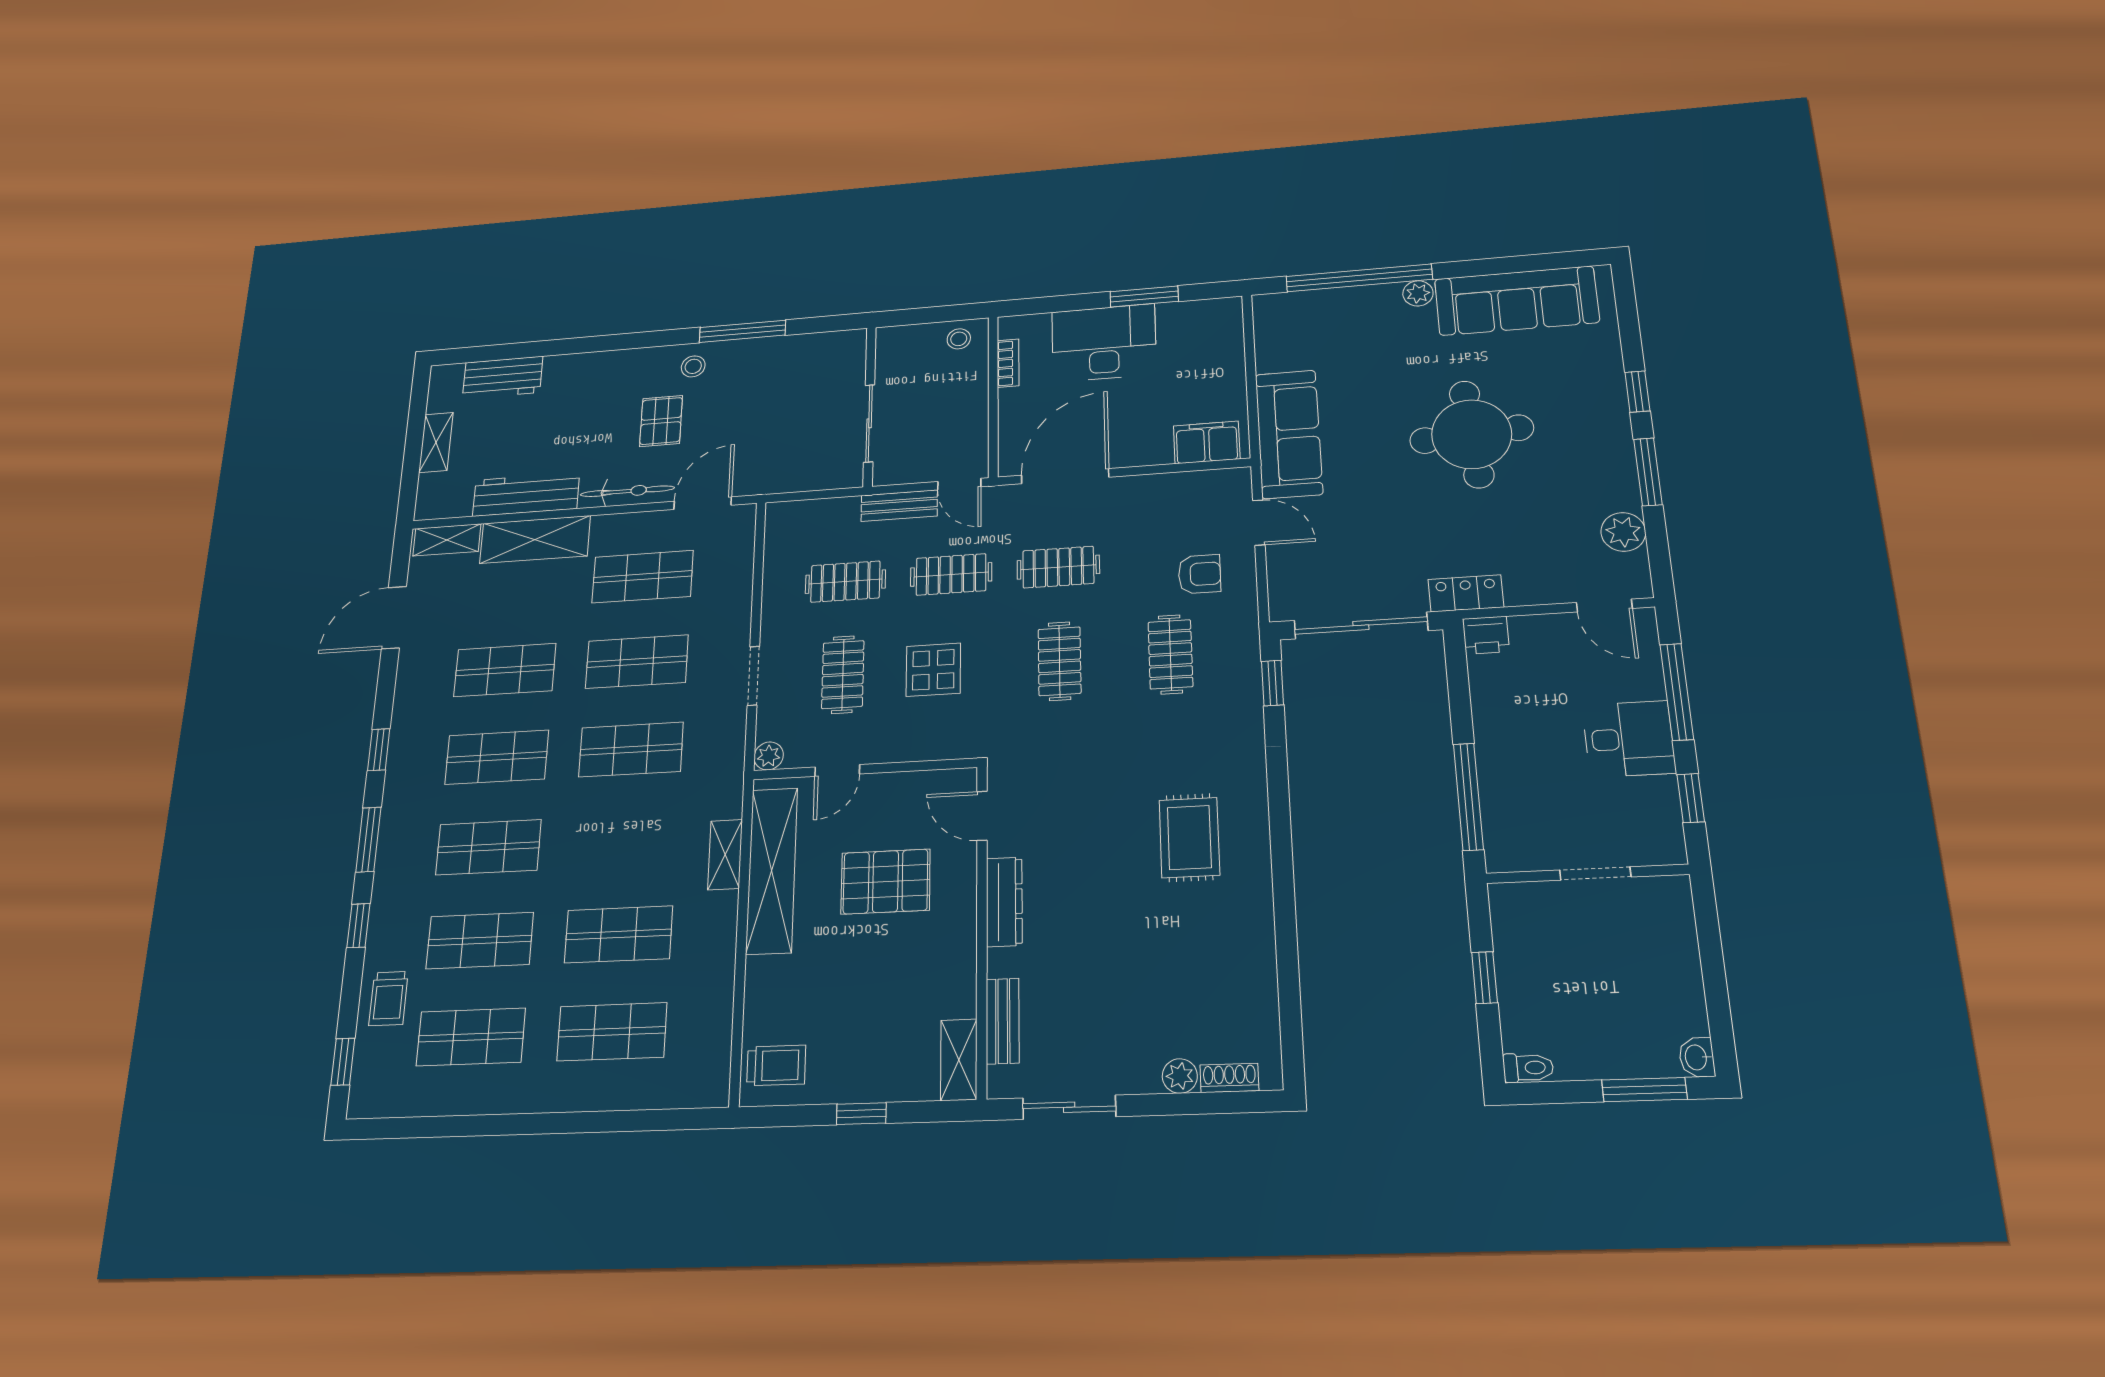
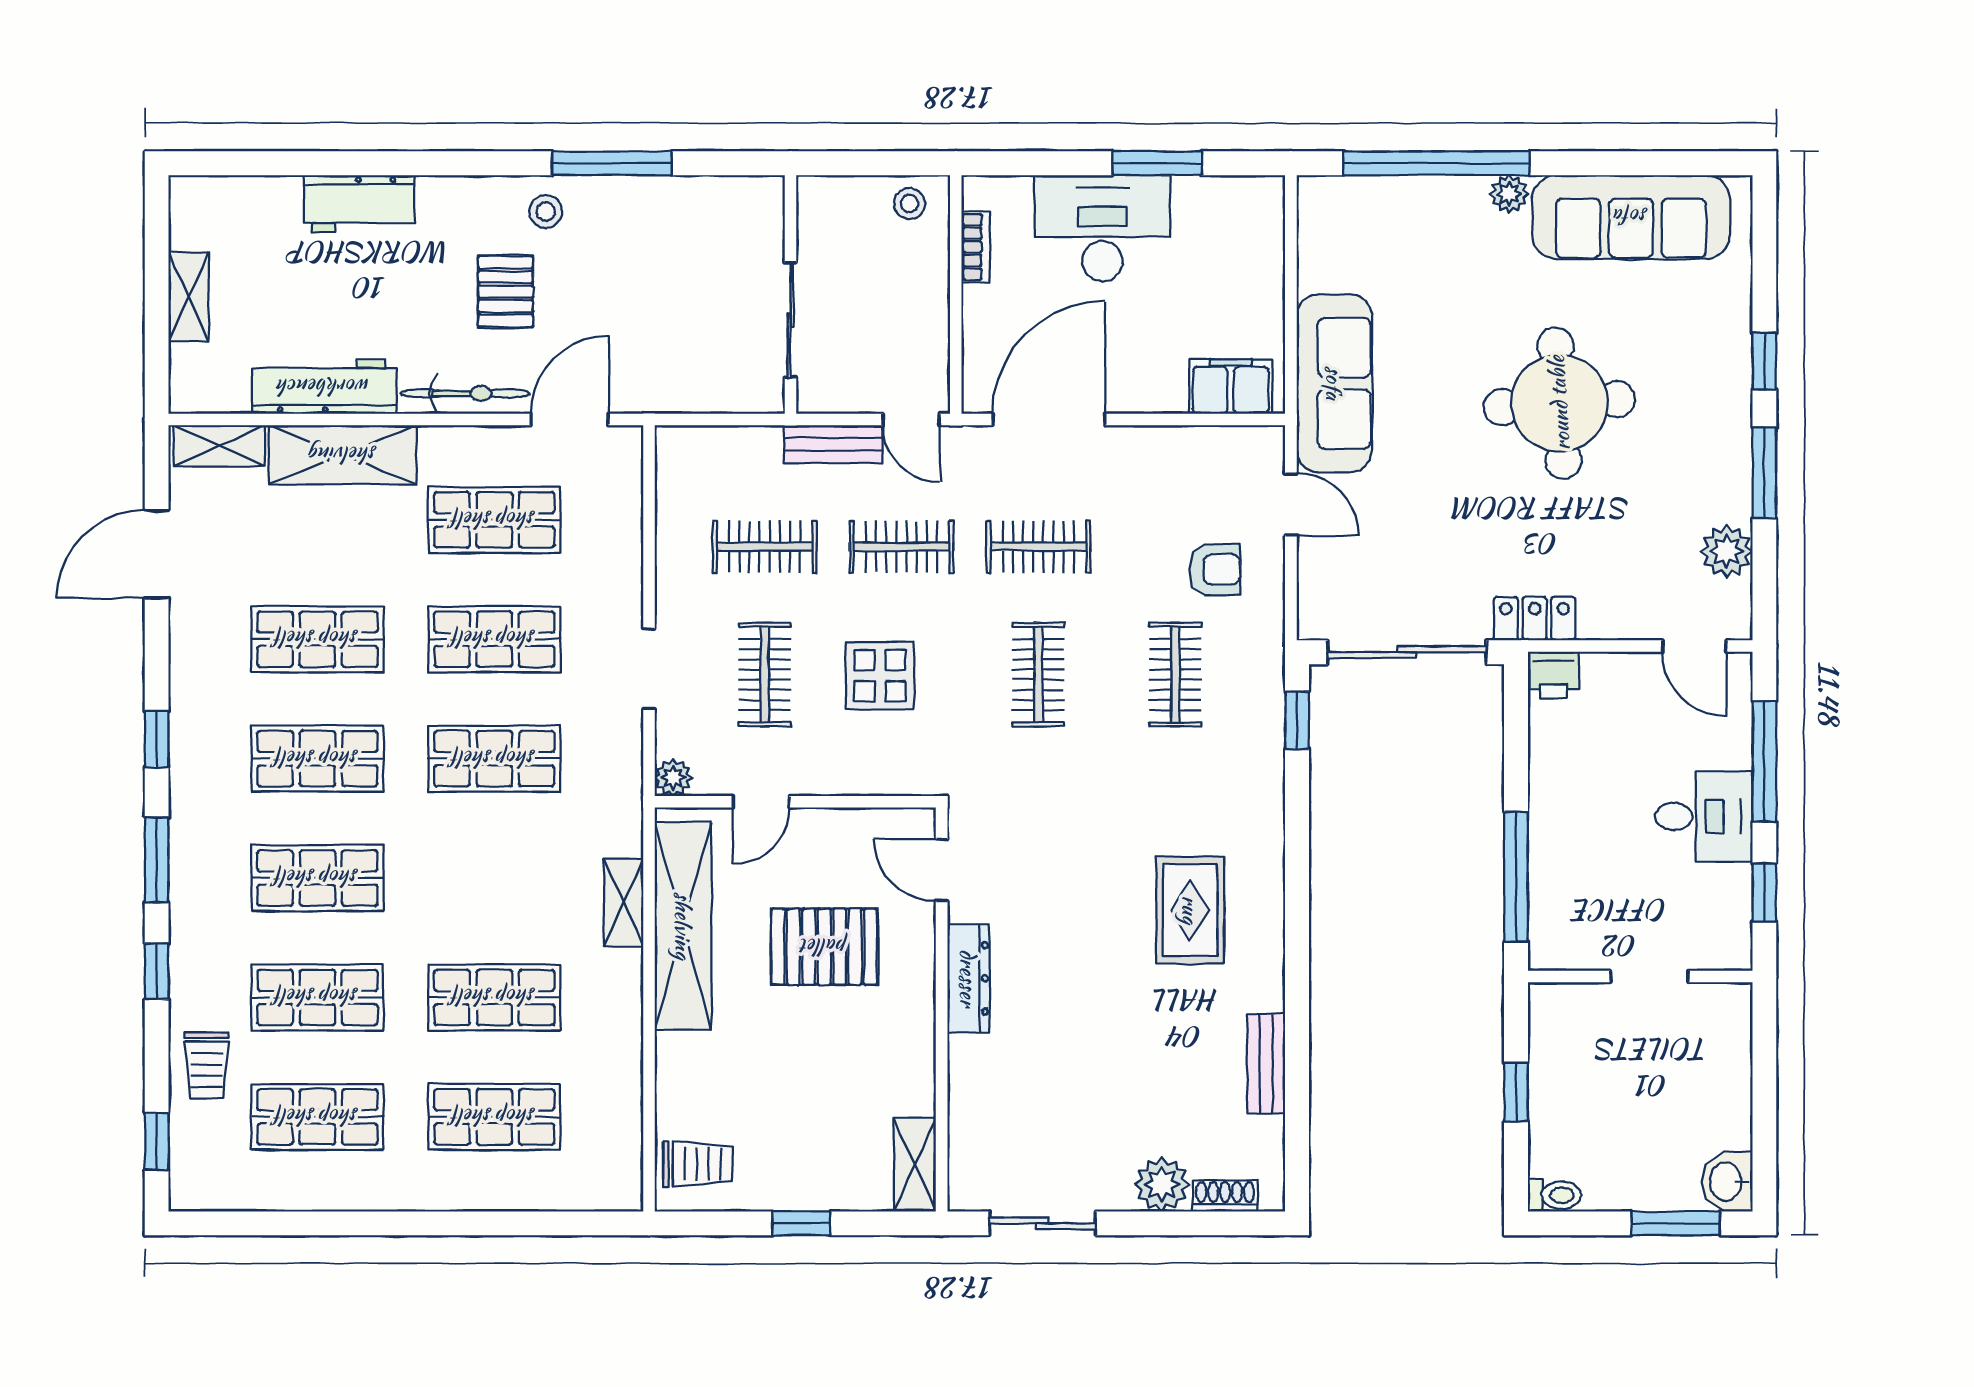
workbench: (503, 377) -> (359, 204), moved
bench: (1003, 1021) -> (1266, 1064), moved
washbasin: (1697, 1057) -> (1727, 1182), width x1.38, depth x1.45
plant: (1180, 1076) -> (1162, 1184), width x1.38, depth x1.38

